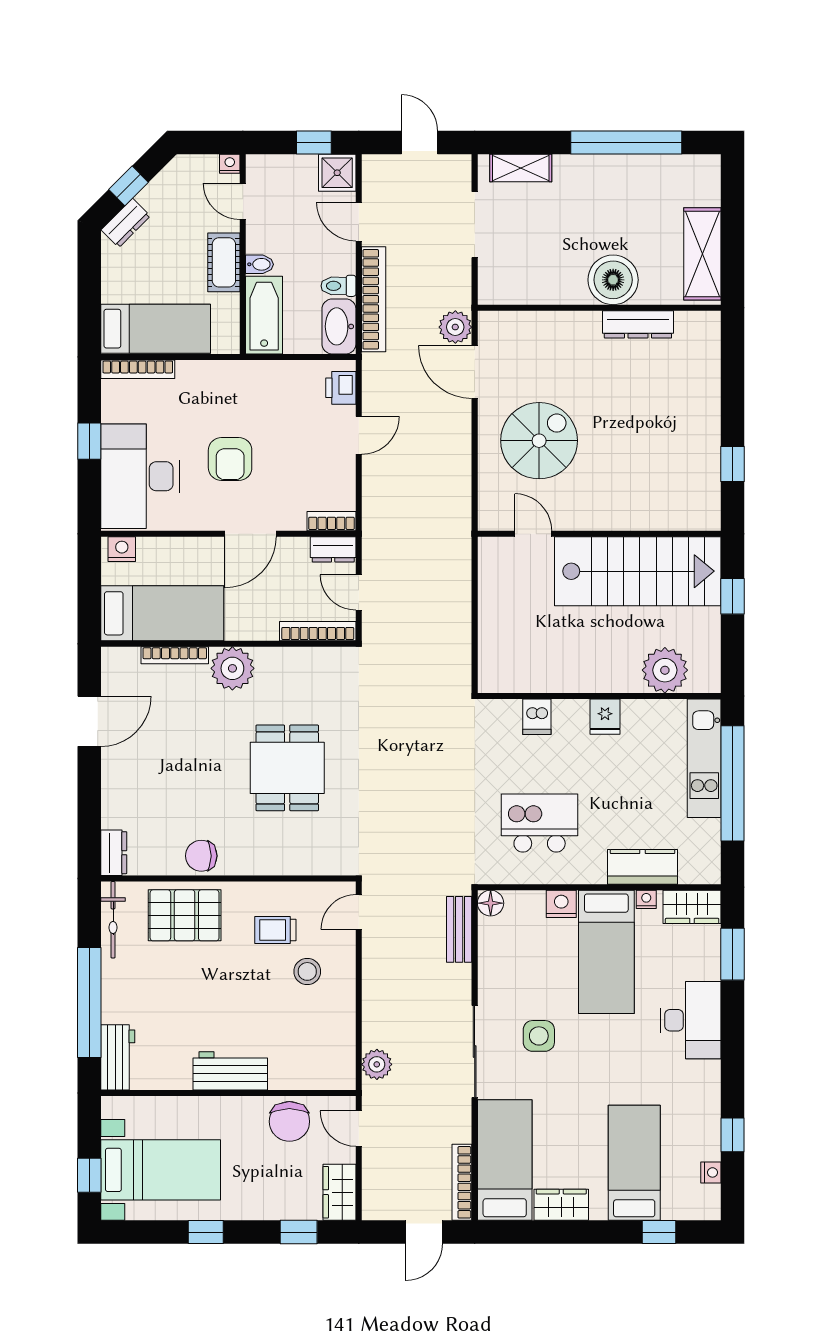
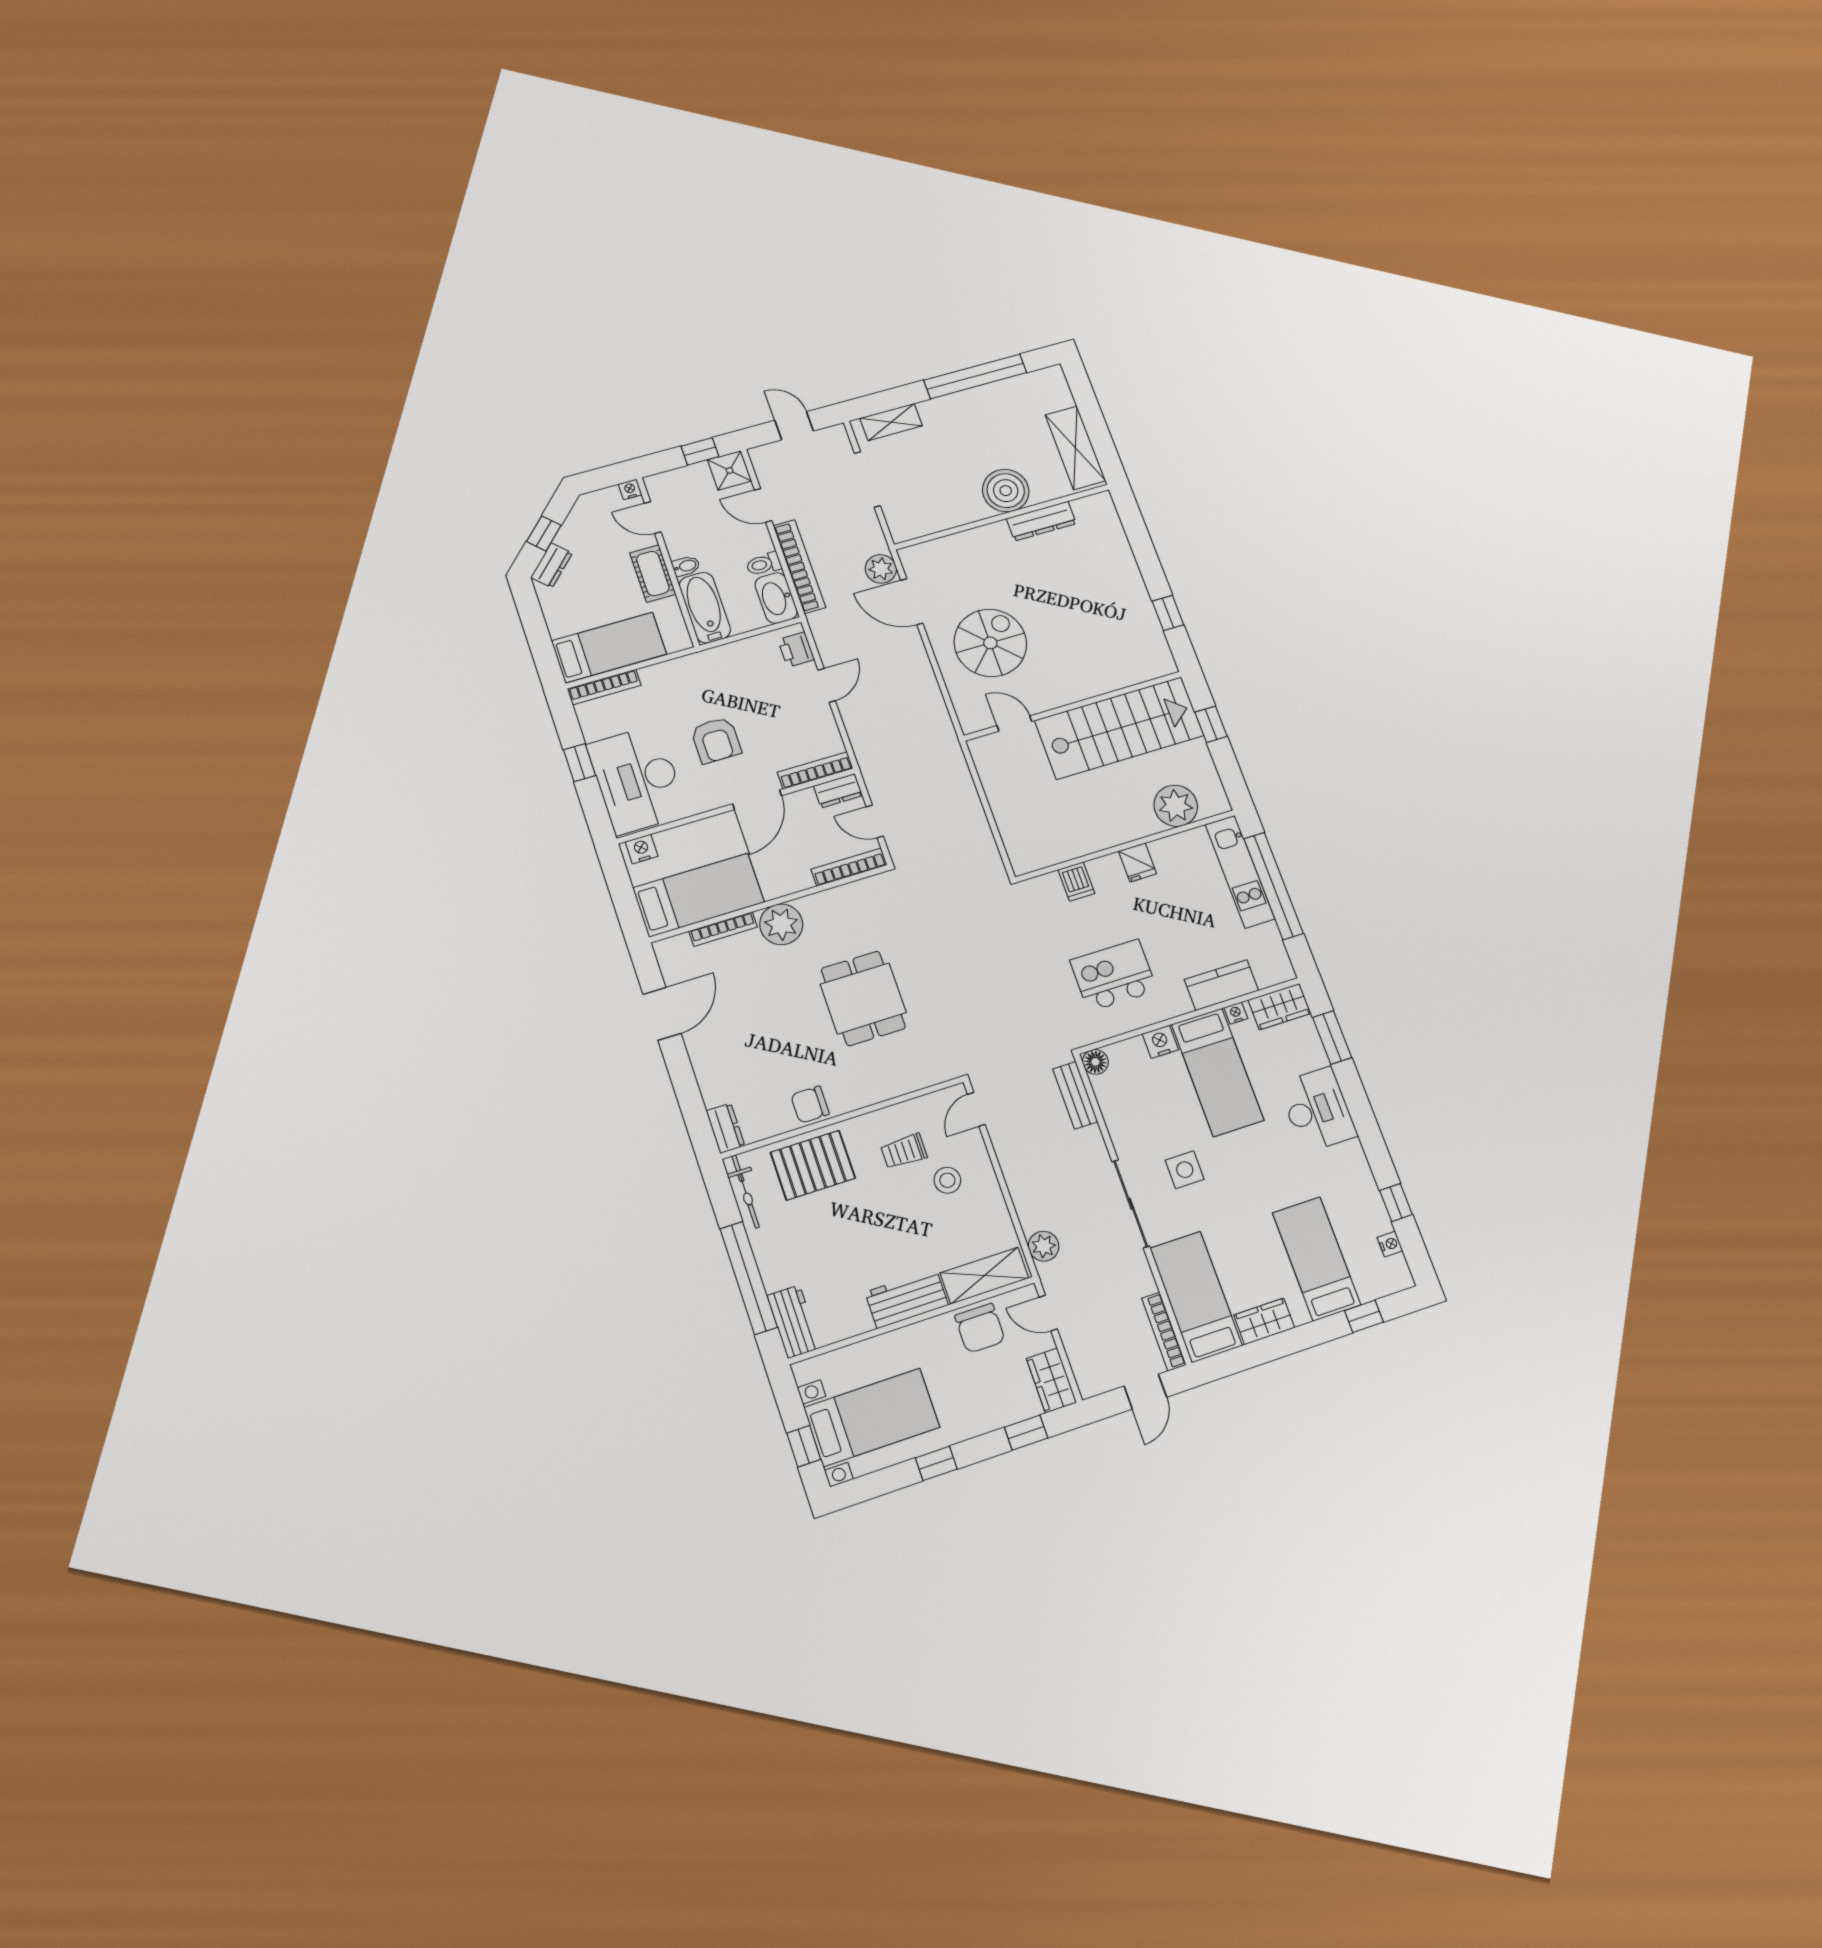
bookcase: (331, 521) -> (815, 770), width x1.56
shelving: (311, 1074) -> (984, 1276), added

